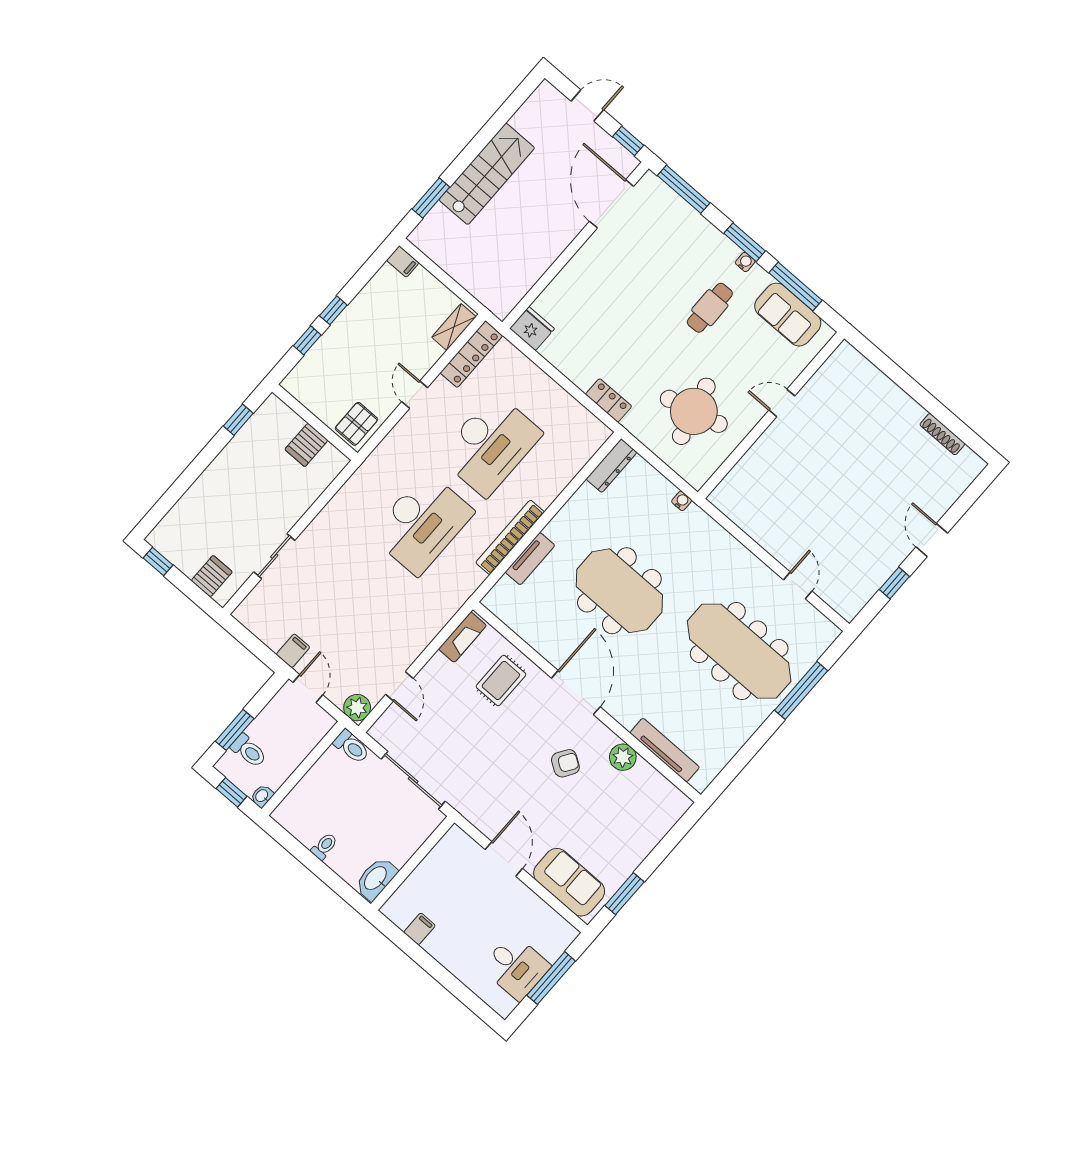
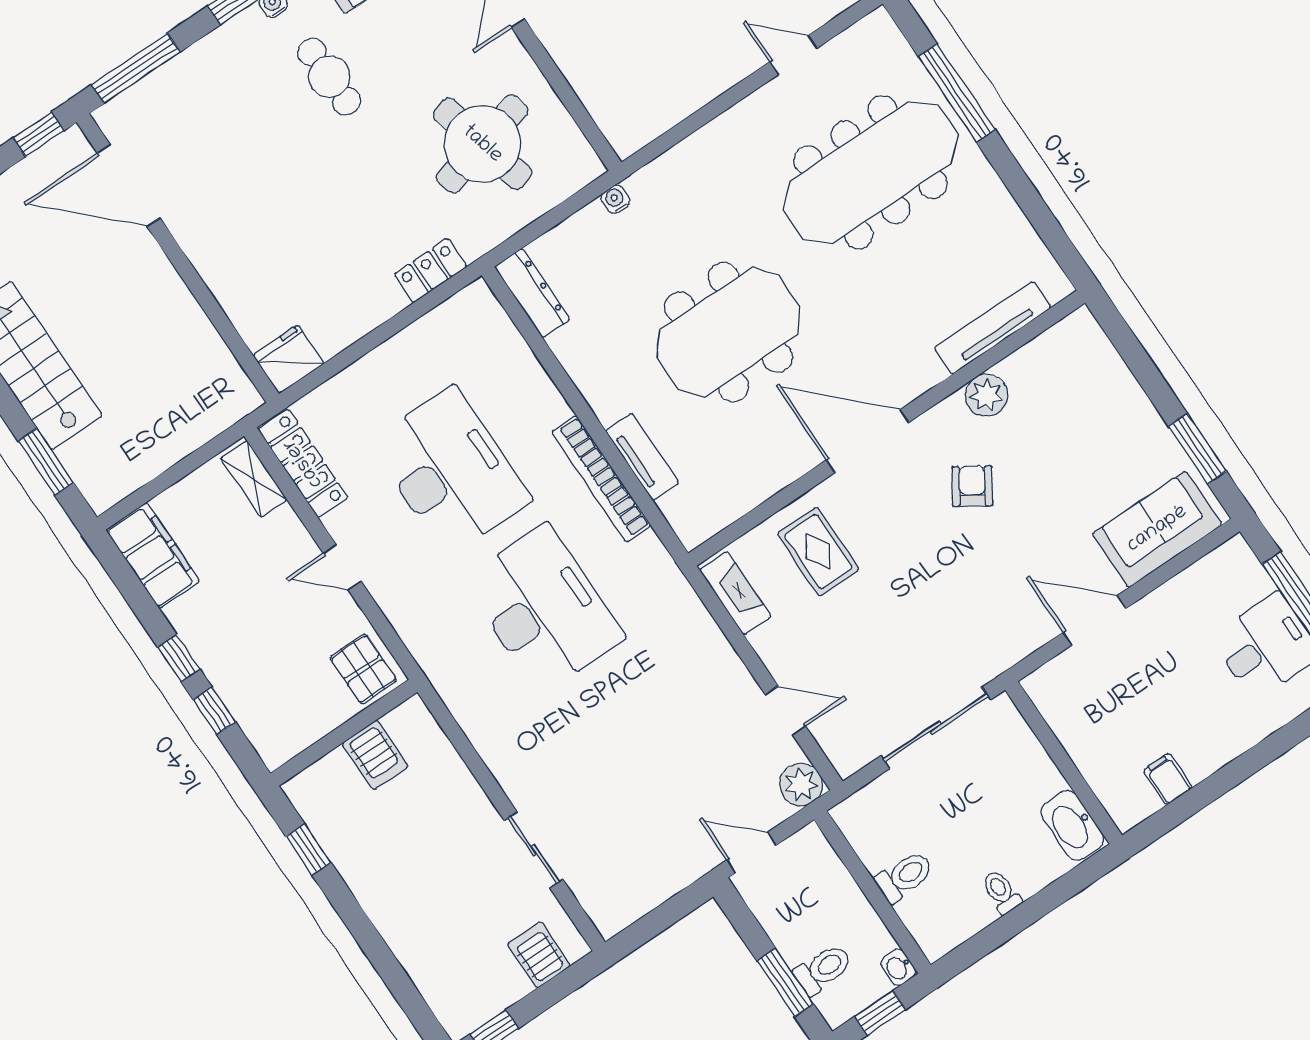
filing cabinet: (403, 262) -> (153, 556), width x3.00, depth x1.17
filing cabinet: (293, 651) -> (687, 860), removed
toilet: (351, 747) -> (904, 877), moved

